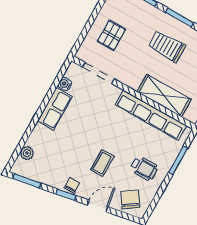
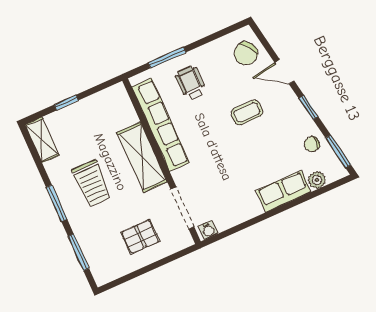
water cooler: (65, 84) -> (208, 230), moved
shelving: (164, 96) -> (142, 157), moved
row of seats: (55, 109) -> (284, 191), moved
wheelchair: (144, 168) -> (191, 83), moved
chair: (72, 186) -> (312, 144), moved

